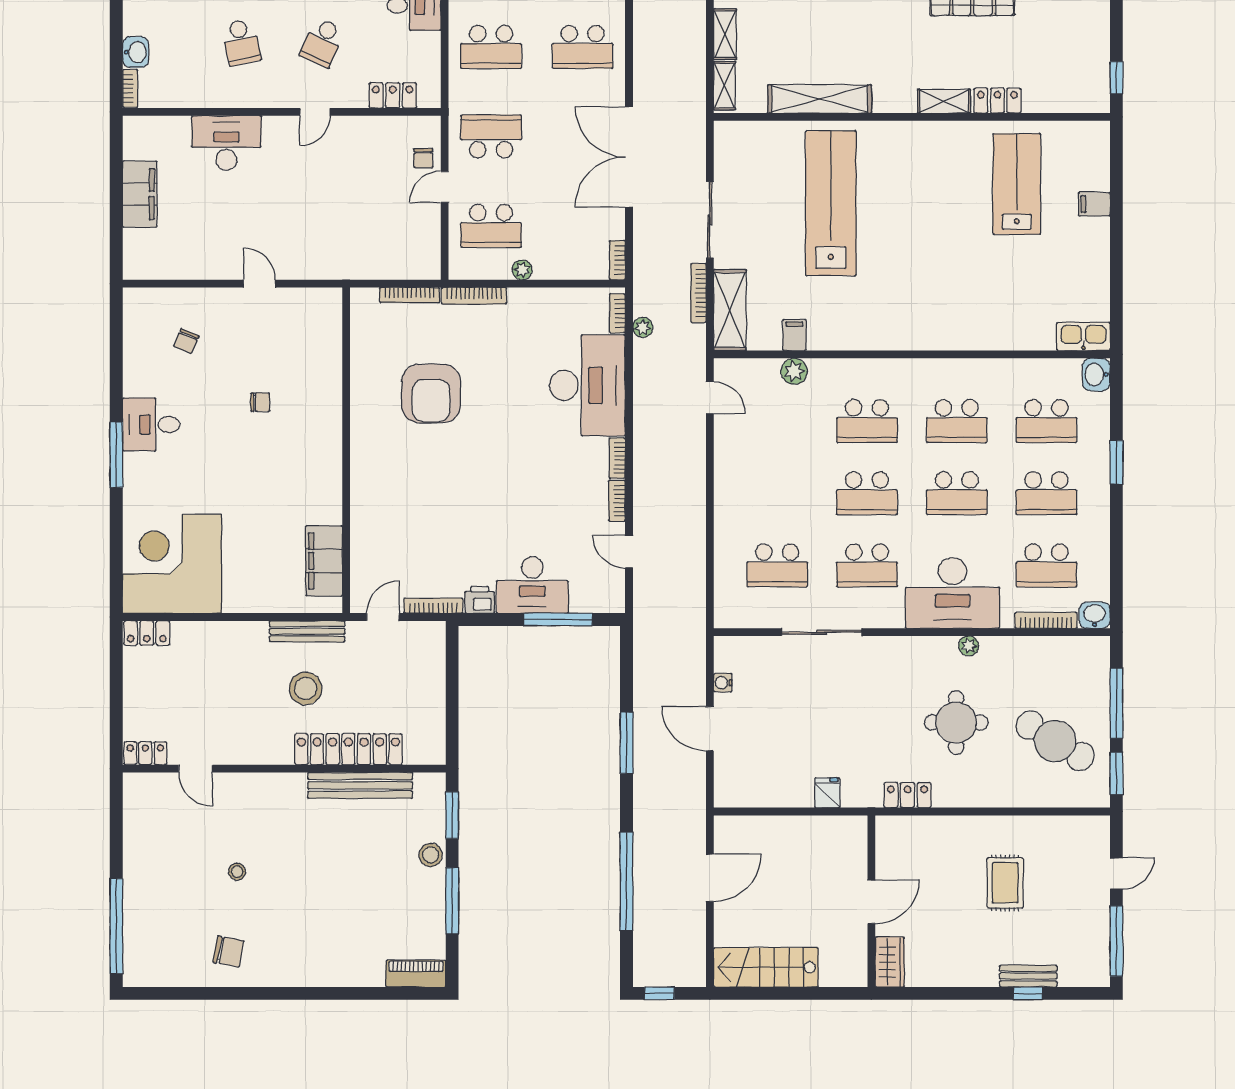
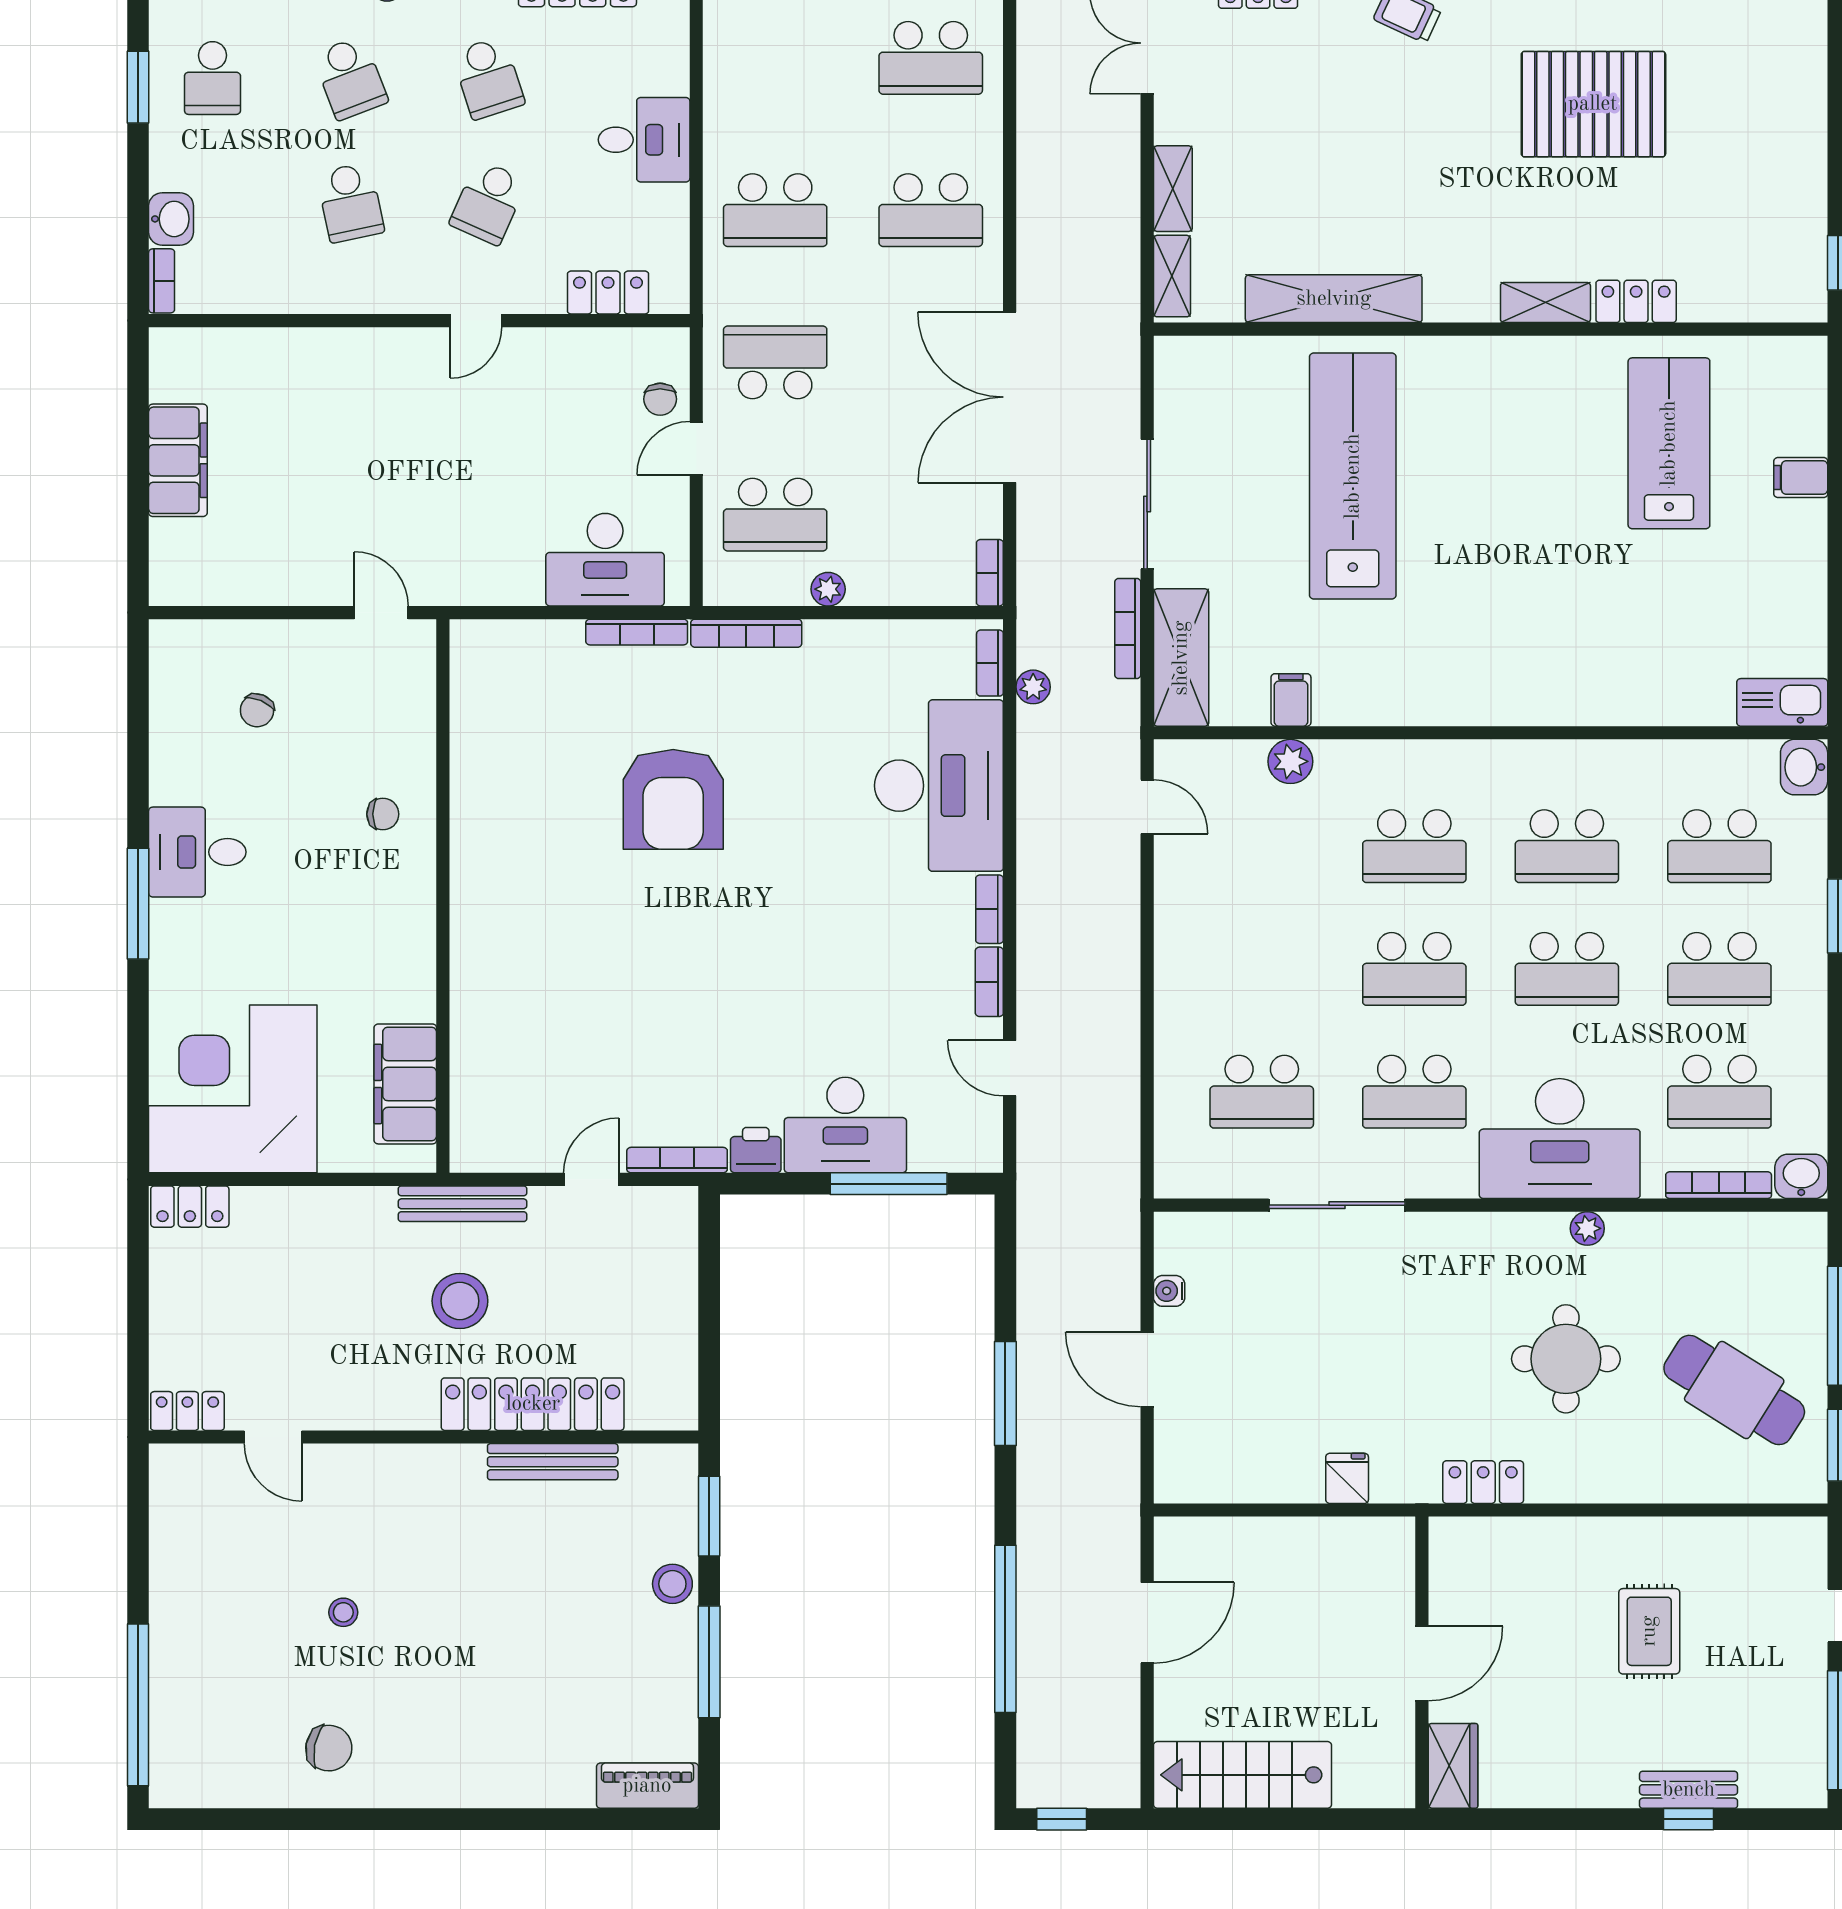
desk: (226, 143) -> (605, 560), moved, turned 180
wall: (346, 450) -> (443, 896), moved
filing cabinet: (324, 561) -> (405, 1084), moved
bench: (360, 785) -> (553, 1462), width x0.73, depth x0.82

